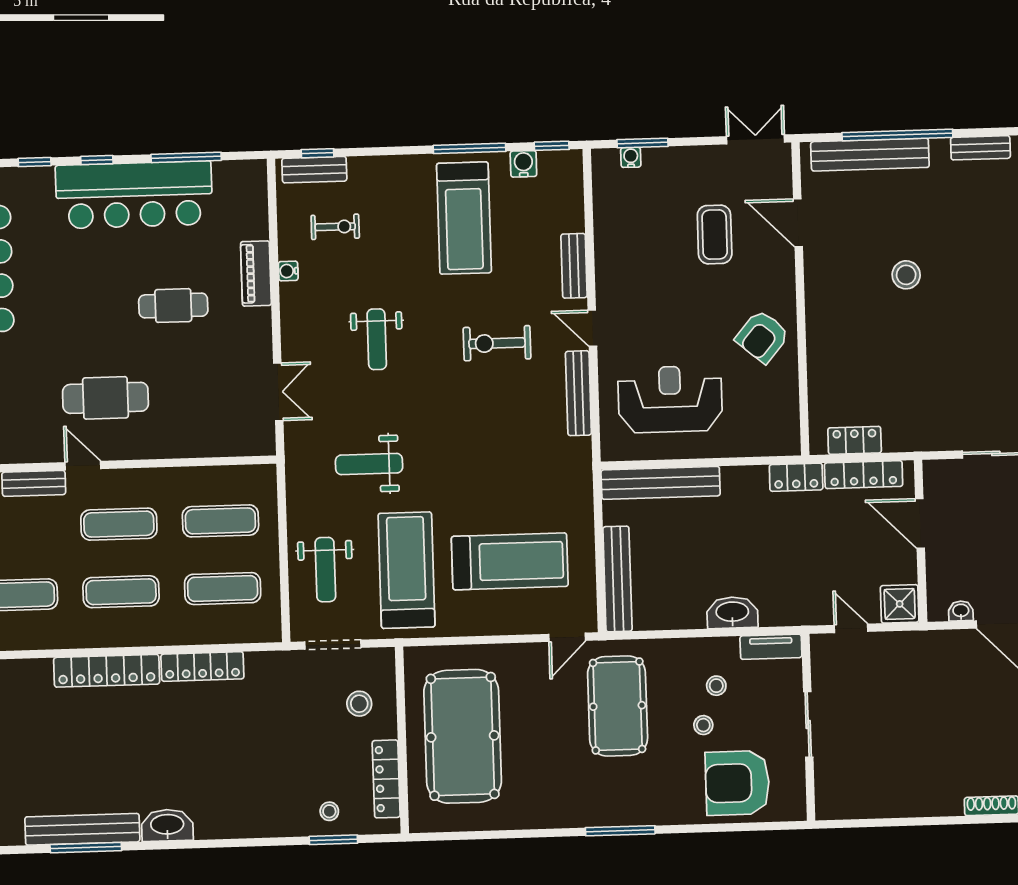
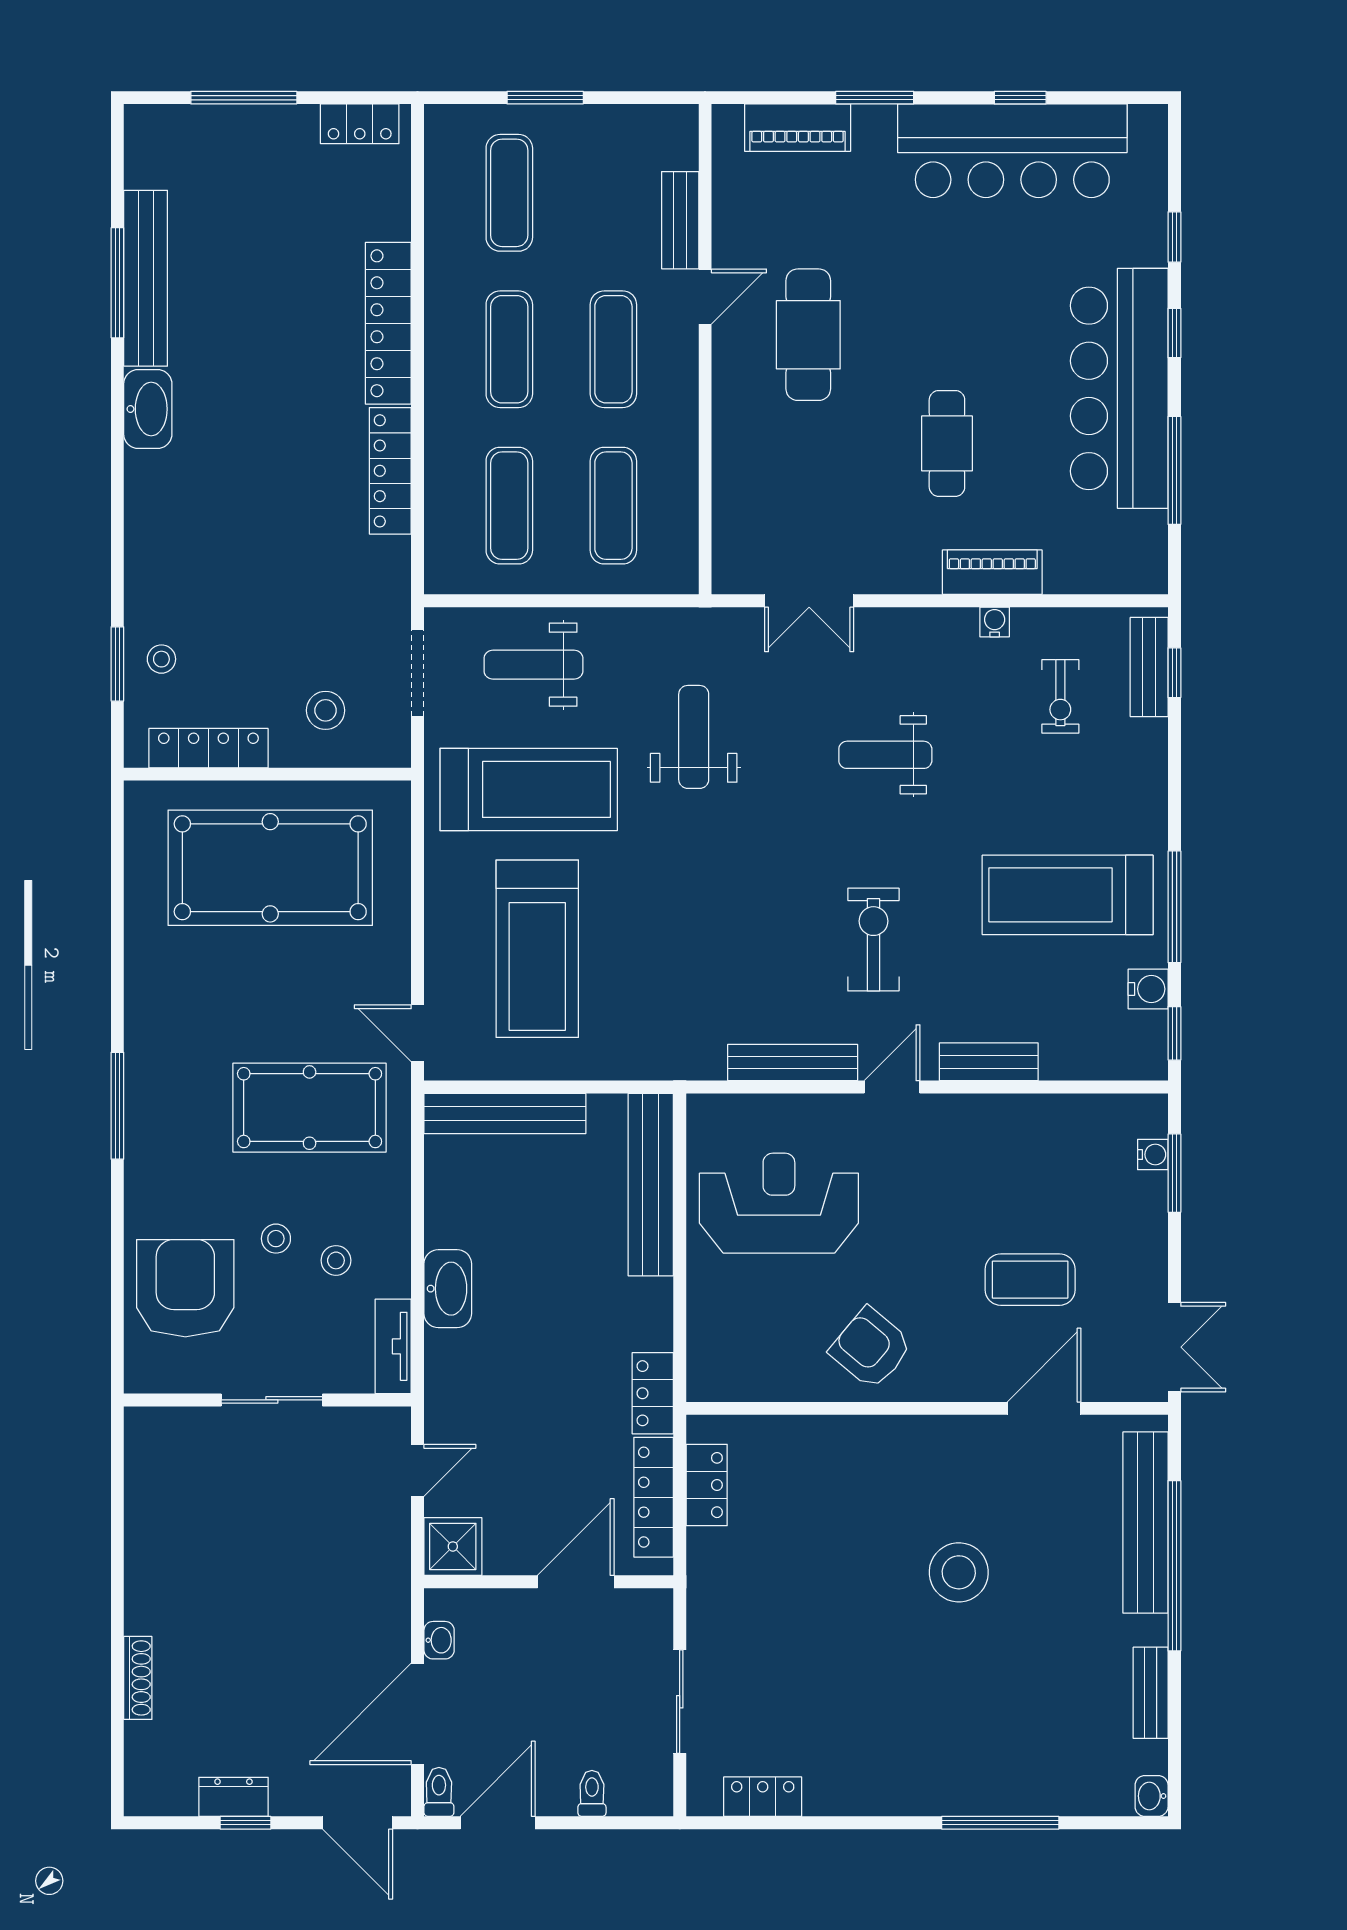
stool: (906, 275) -> (959, 1572), width x1.38, depth x1.38
reception desk: (670, 399) -> (779, 1203), turned -90

